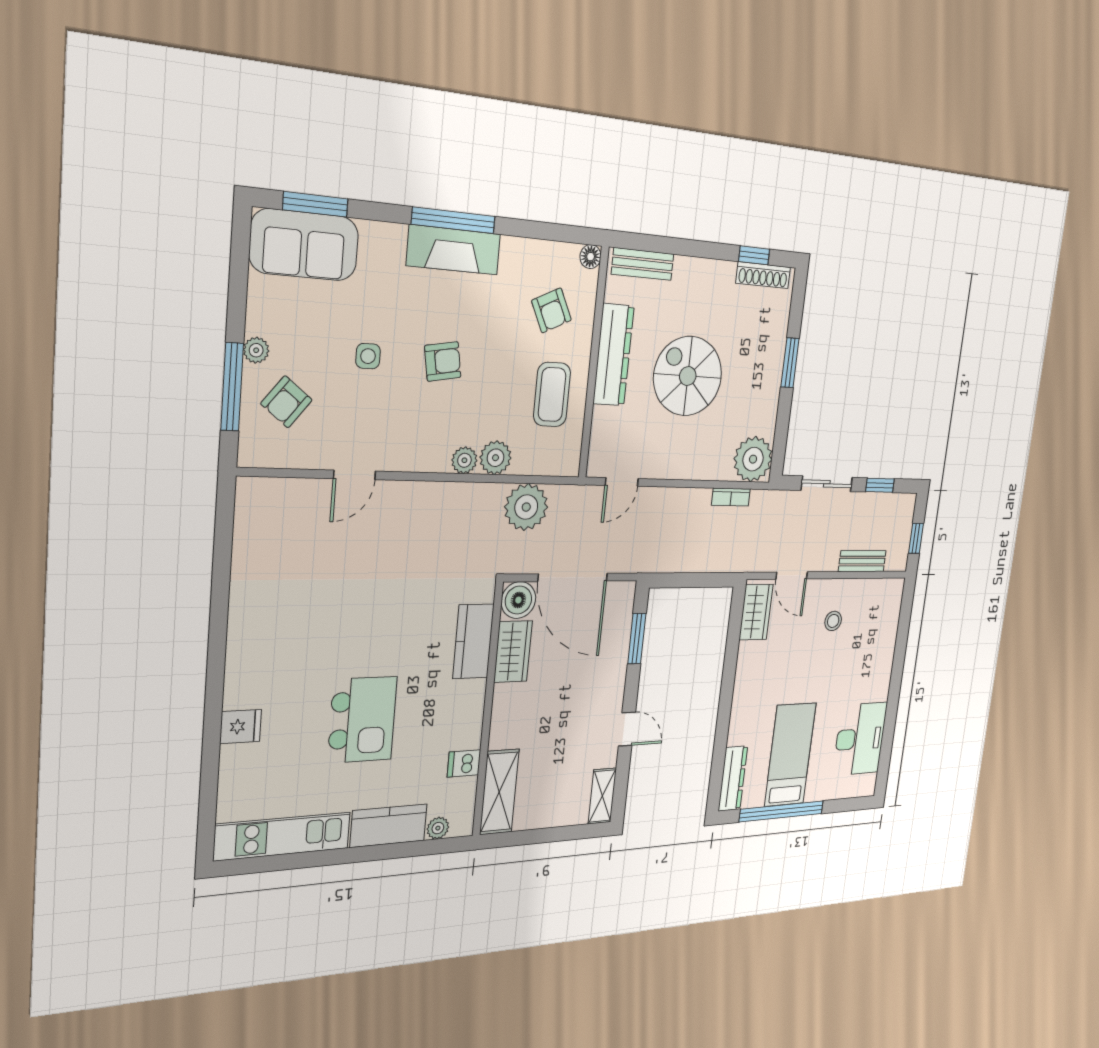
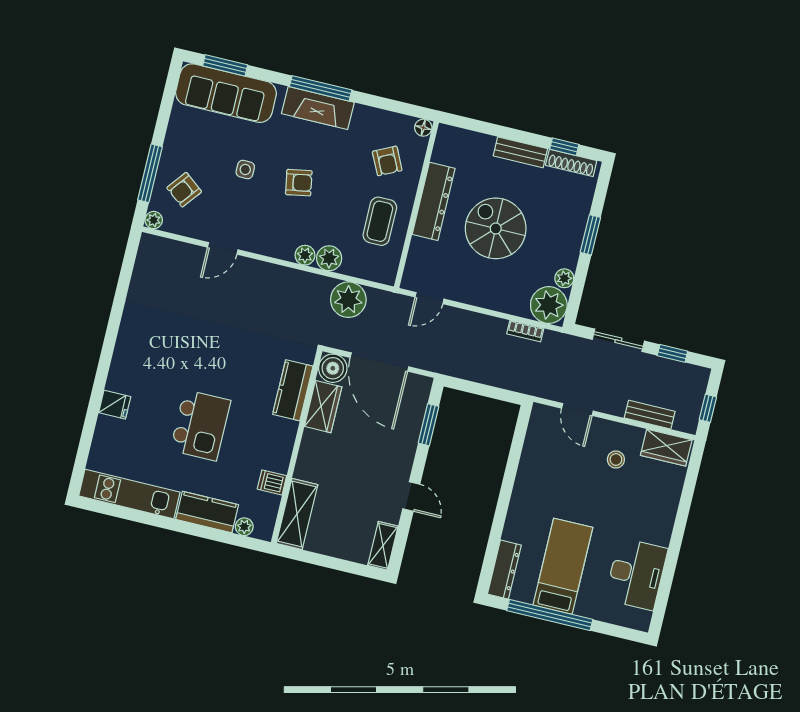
sofa: (304, 245) -> (226, 93), width x1.36
bench: (643, 264) -> (520, 152), moved
plant: (256, 350) -> (154, 220), moved
plant: (767, 423) -> (564, 278), added
wardrobe: (756, 612) -> (666, 448), moved, turned 90

